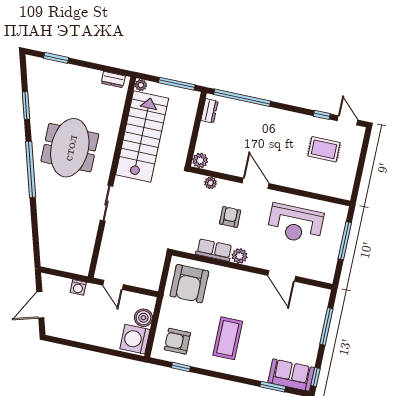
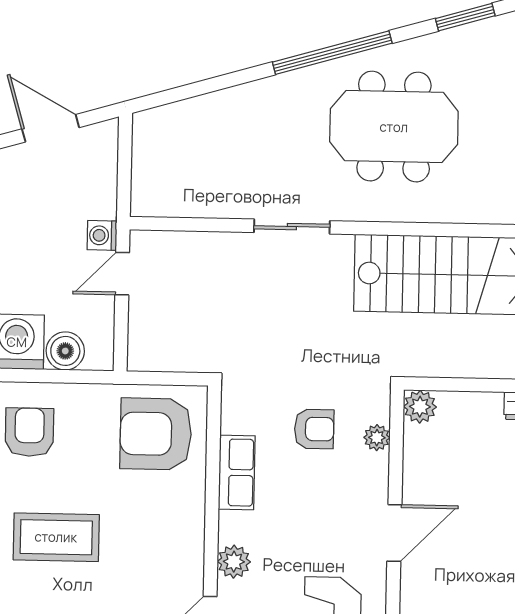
armchair: (230, 217) -> (314, 429), moved
plant: (240, 256) -> (234, 562), moved
washing machine: (78, 287) -> (102, 235), moved

